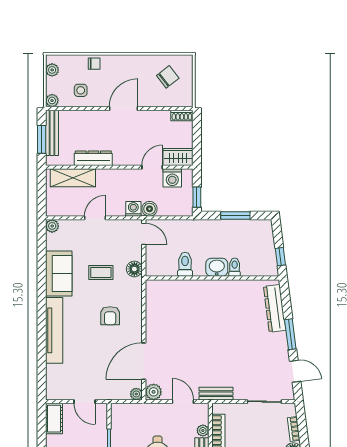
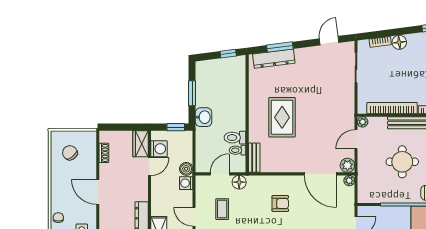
shoe rack: (182, 115) -> (104, 153), moved
door: (152, 167) -> (149, 167), swing flipped
door: (144, 234) -> (220, 174), moved
washbasin: (217, 267) -> (204, 117), moved, turned 180
toilet: (235, 267) -> (238, 150), moved
coffee table: (101, 272) -> (222, 209), moved
rug: (208, 318) -> (282, 117), added
window: (290, 334) -> (280, 47), moved
bench: (216, 394) -> (254, 158), moved
plant: (203, 430) -> (363, 122), moved

